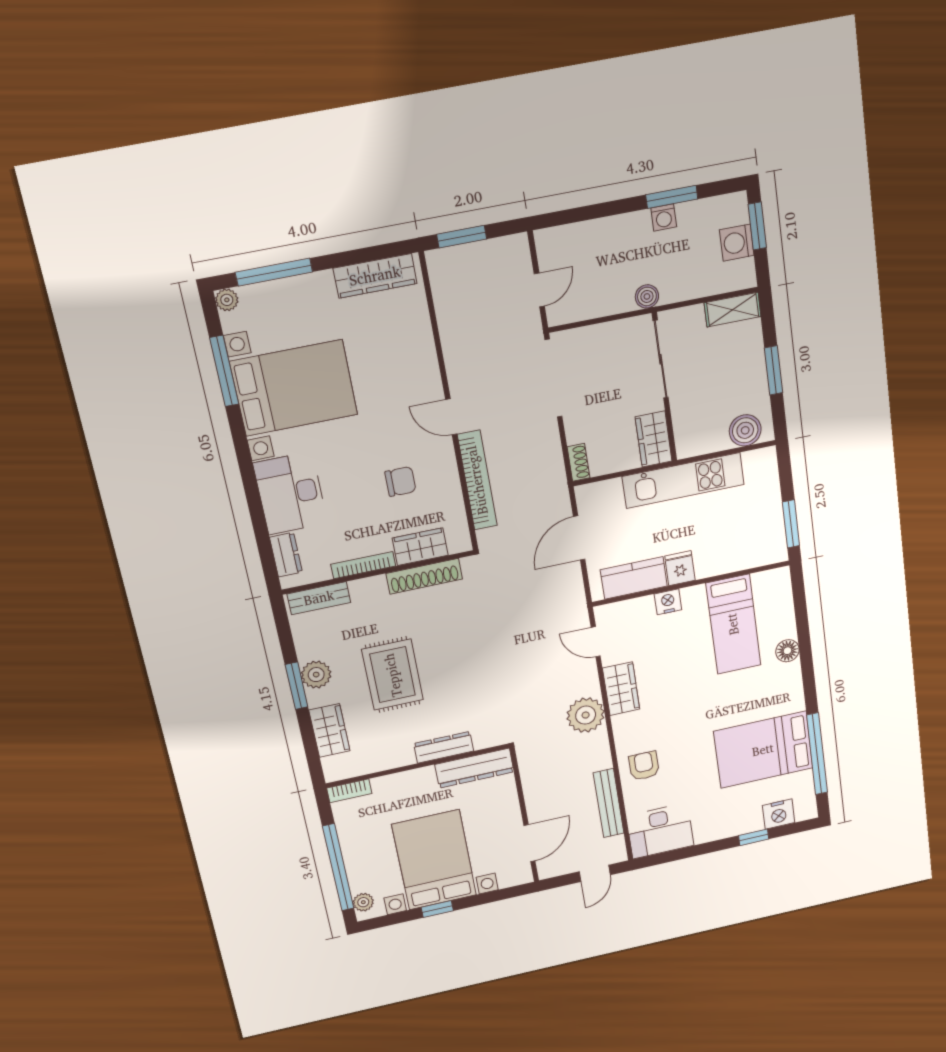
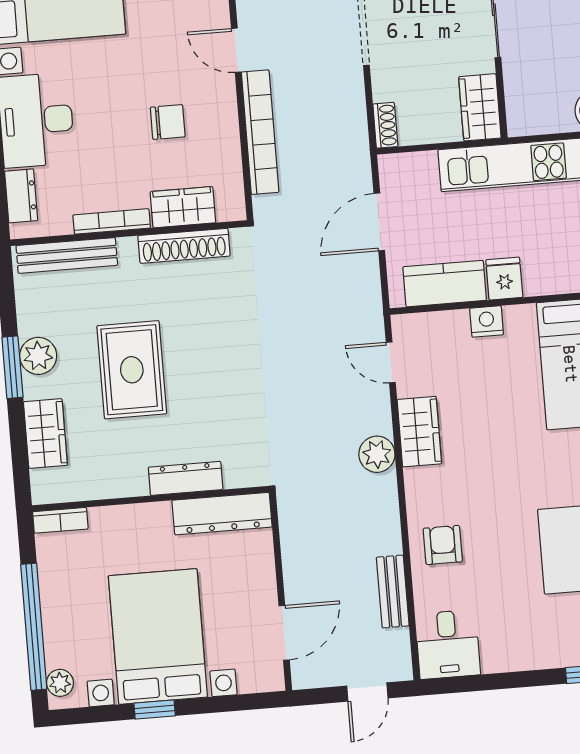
bench: (319, 598) -> (67, 255), width x1.36
plant: (586, 715) -> (377, 454), width x0.73, depth x0.73
bench: (609, 803) -> (393, 592), width x0.73
desk: (660, 831) -> (448, 644), width x0.73

